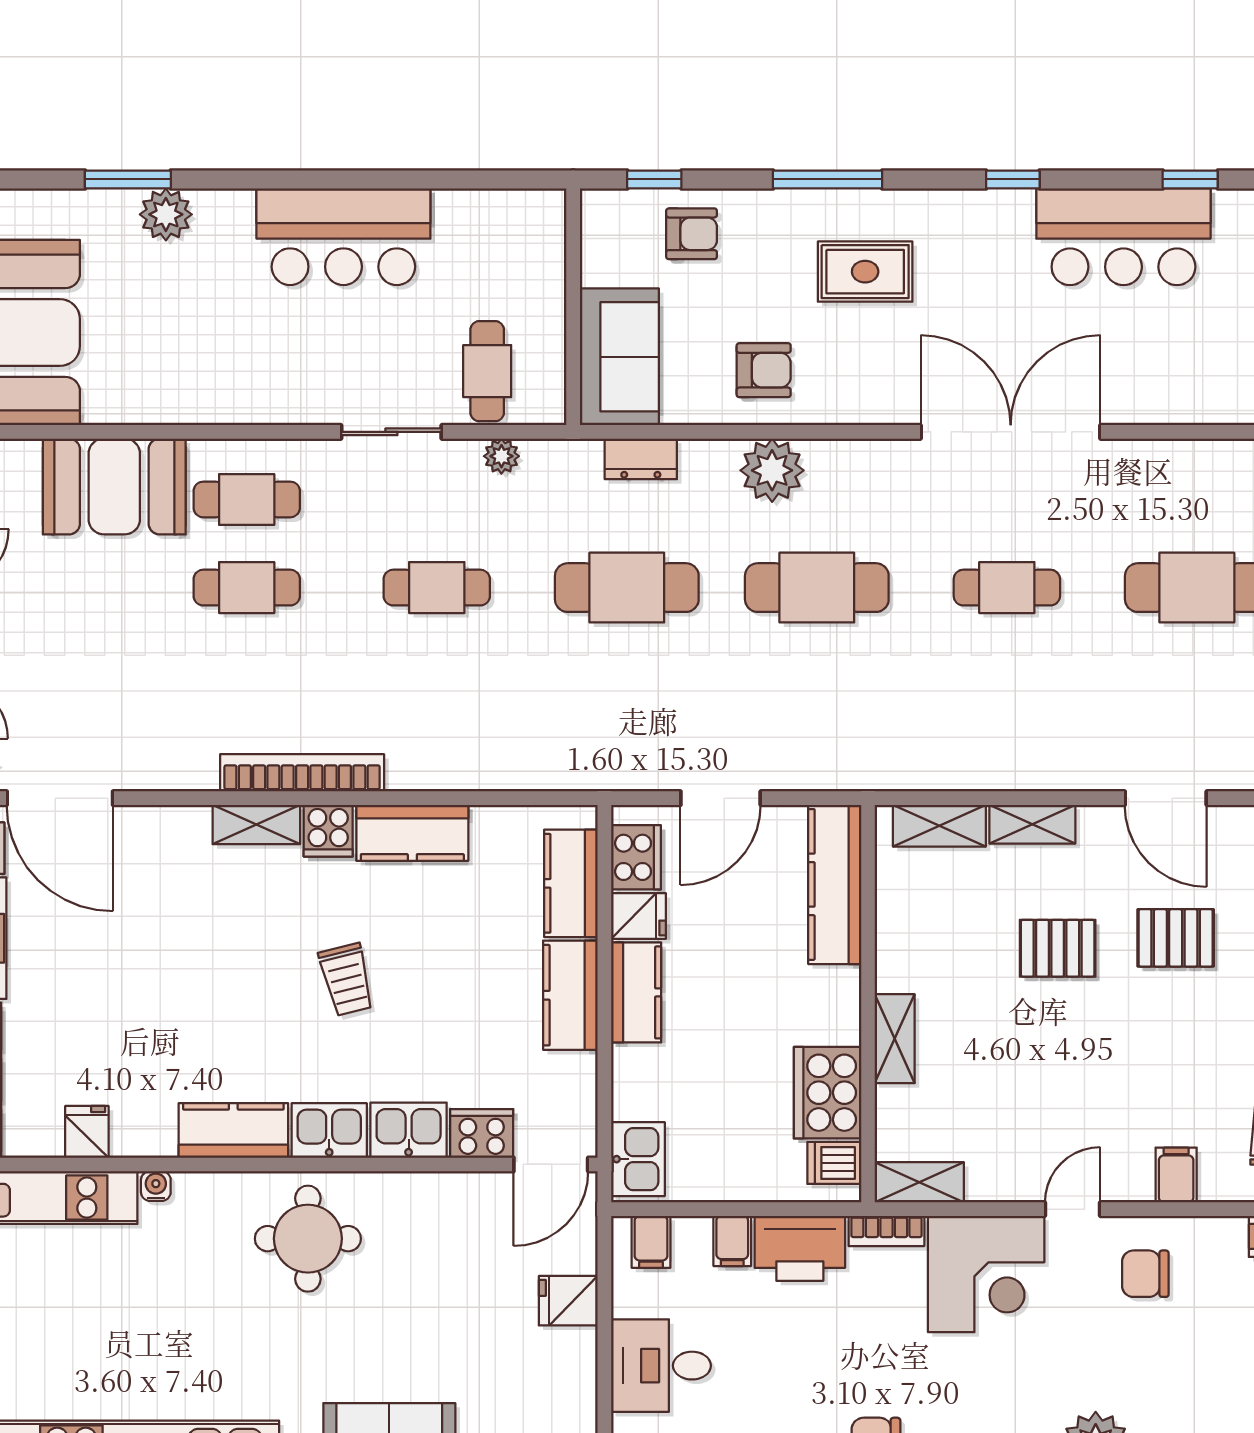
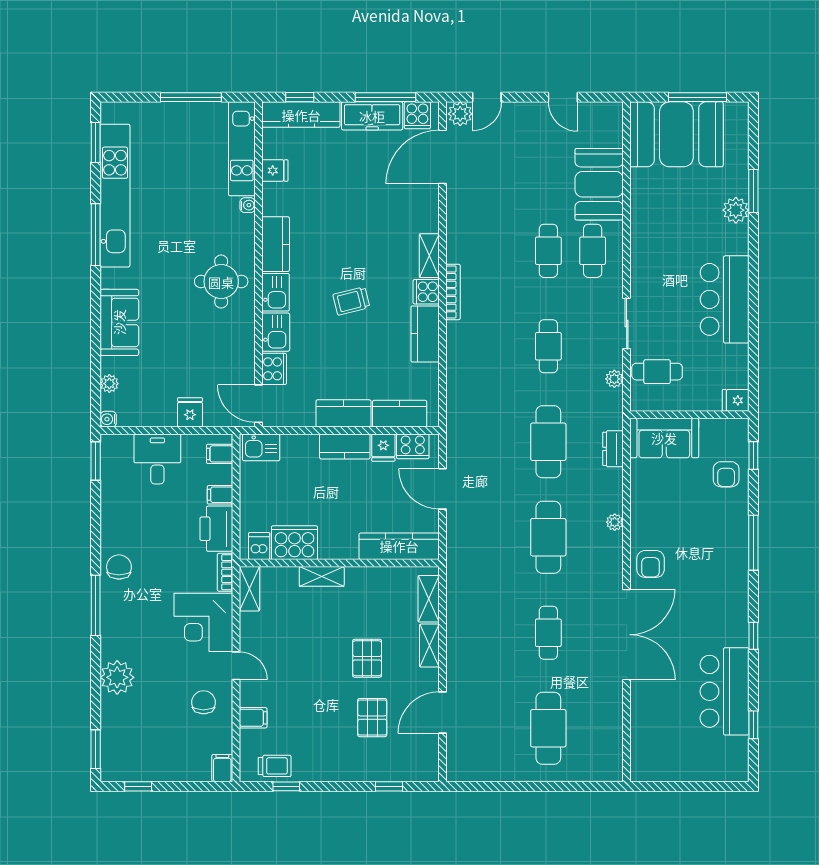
fridge: (544, 215) -> (736, 400), added
rug: (865, 272) -> (707, 562), removed
armchair: (764, 370) -> (651, 564), moved
plant: (772, 470) -> (615, 522), width x0.53, depth x0.53
bookcase: (302, 773) -> (453, 292), width x0.68, depth x0.76

